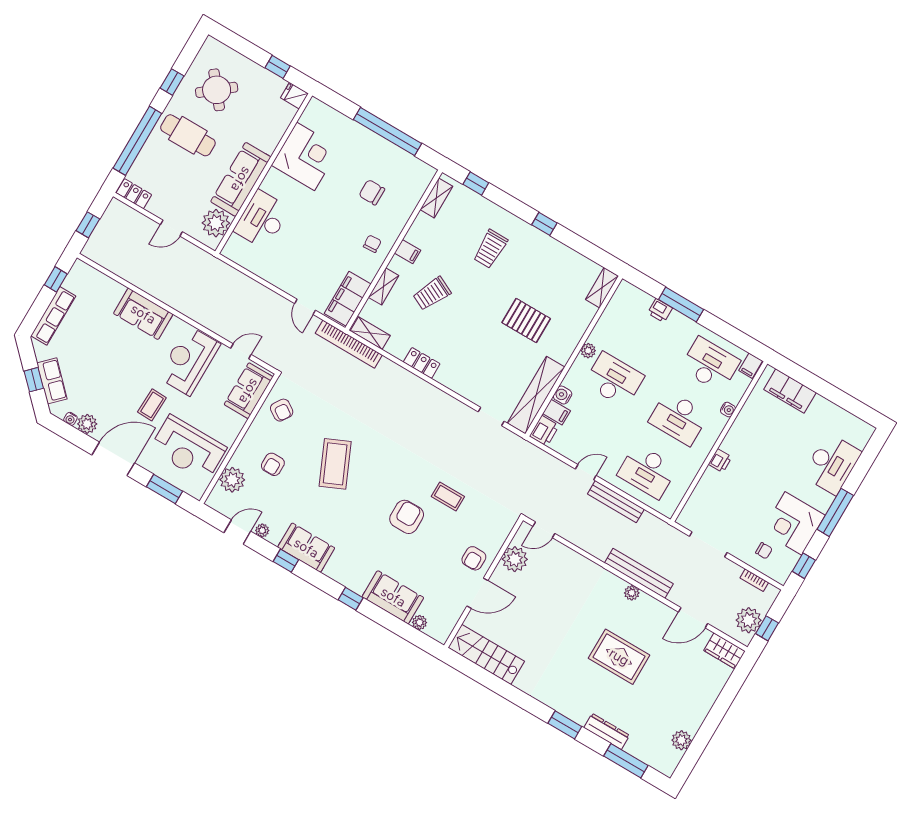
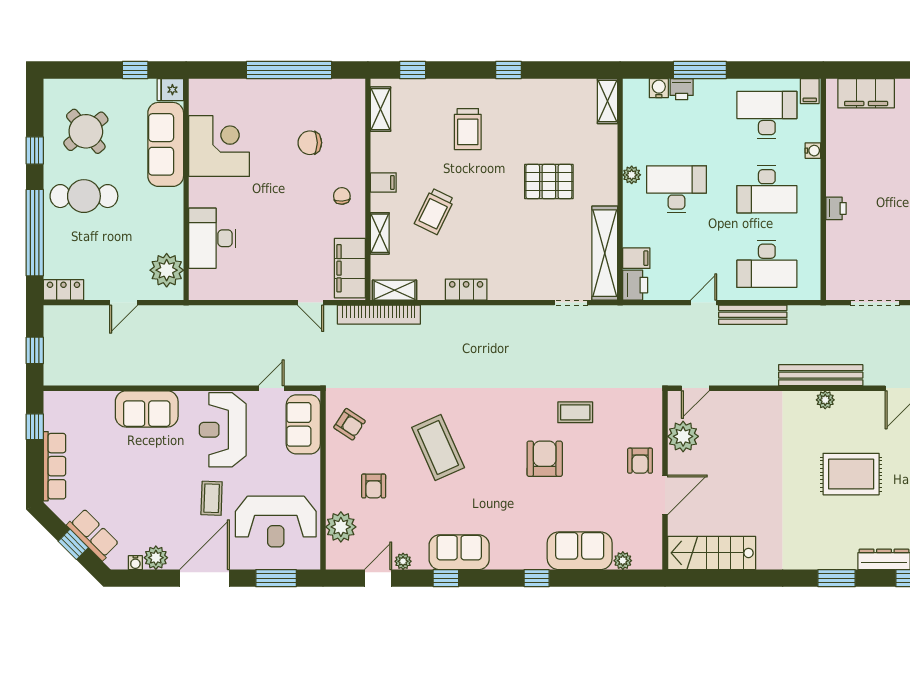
sofa: (241, 179) -> (166, 144), moved
water cooler: (563, 395) -> (659, 88), moved, turned 90

